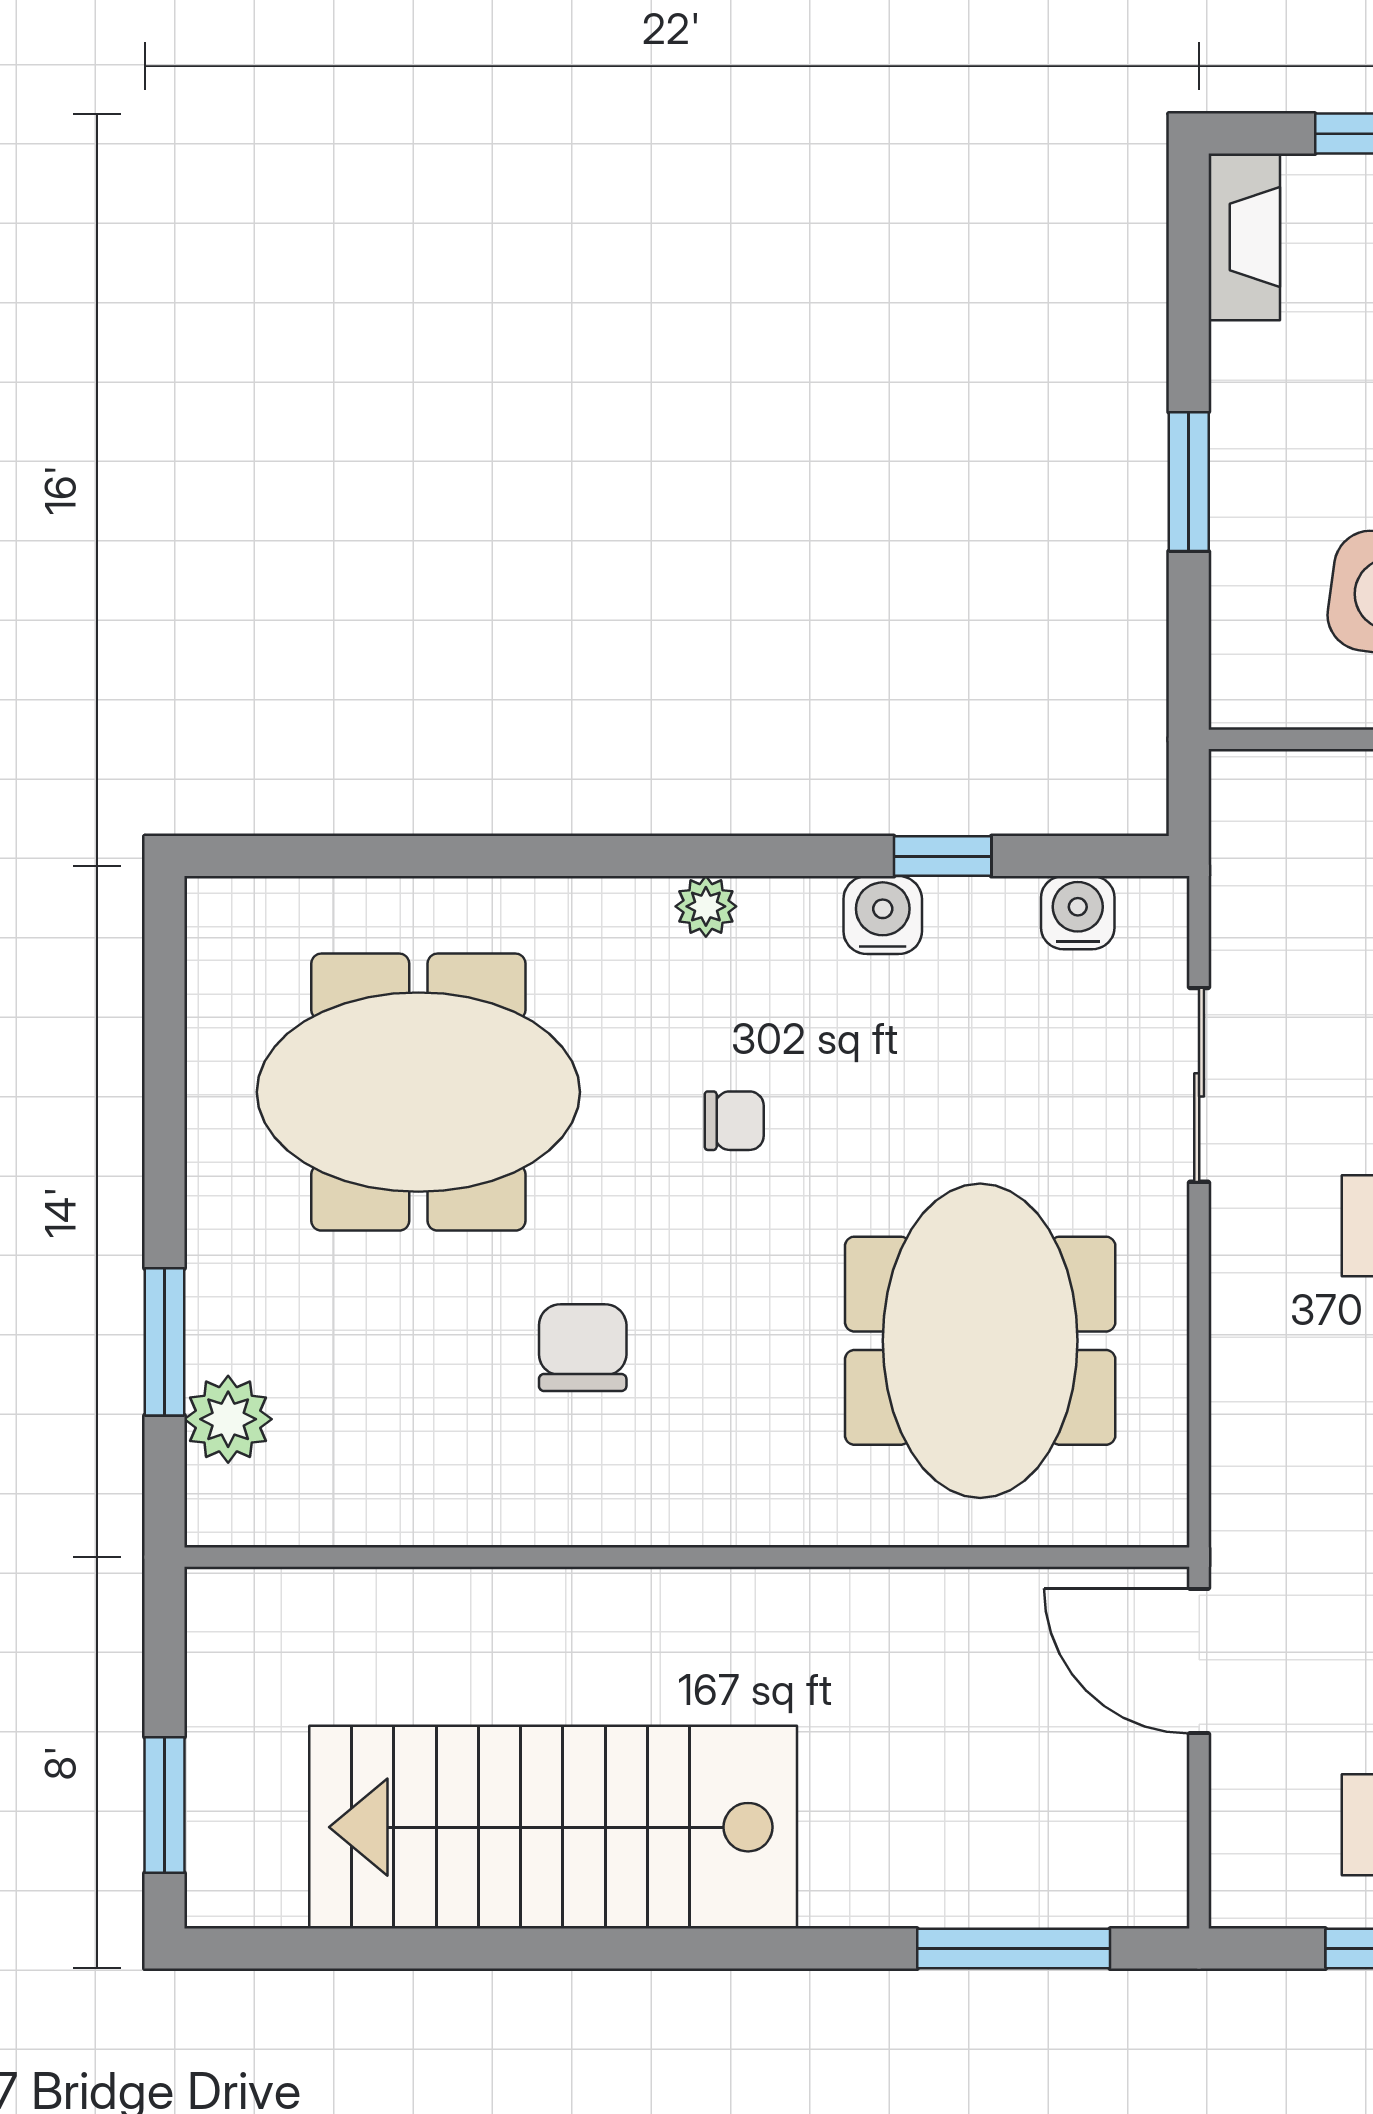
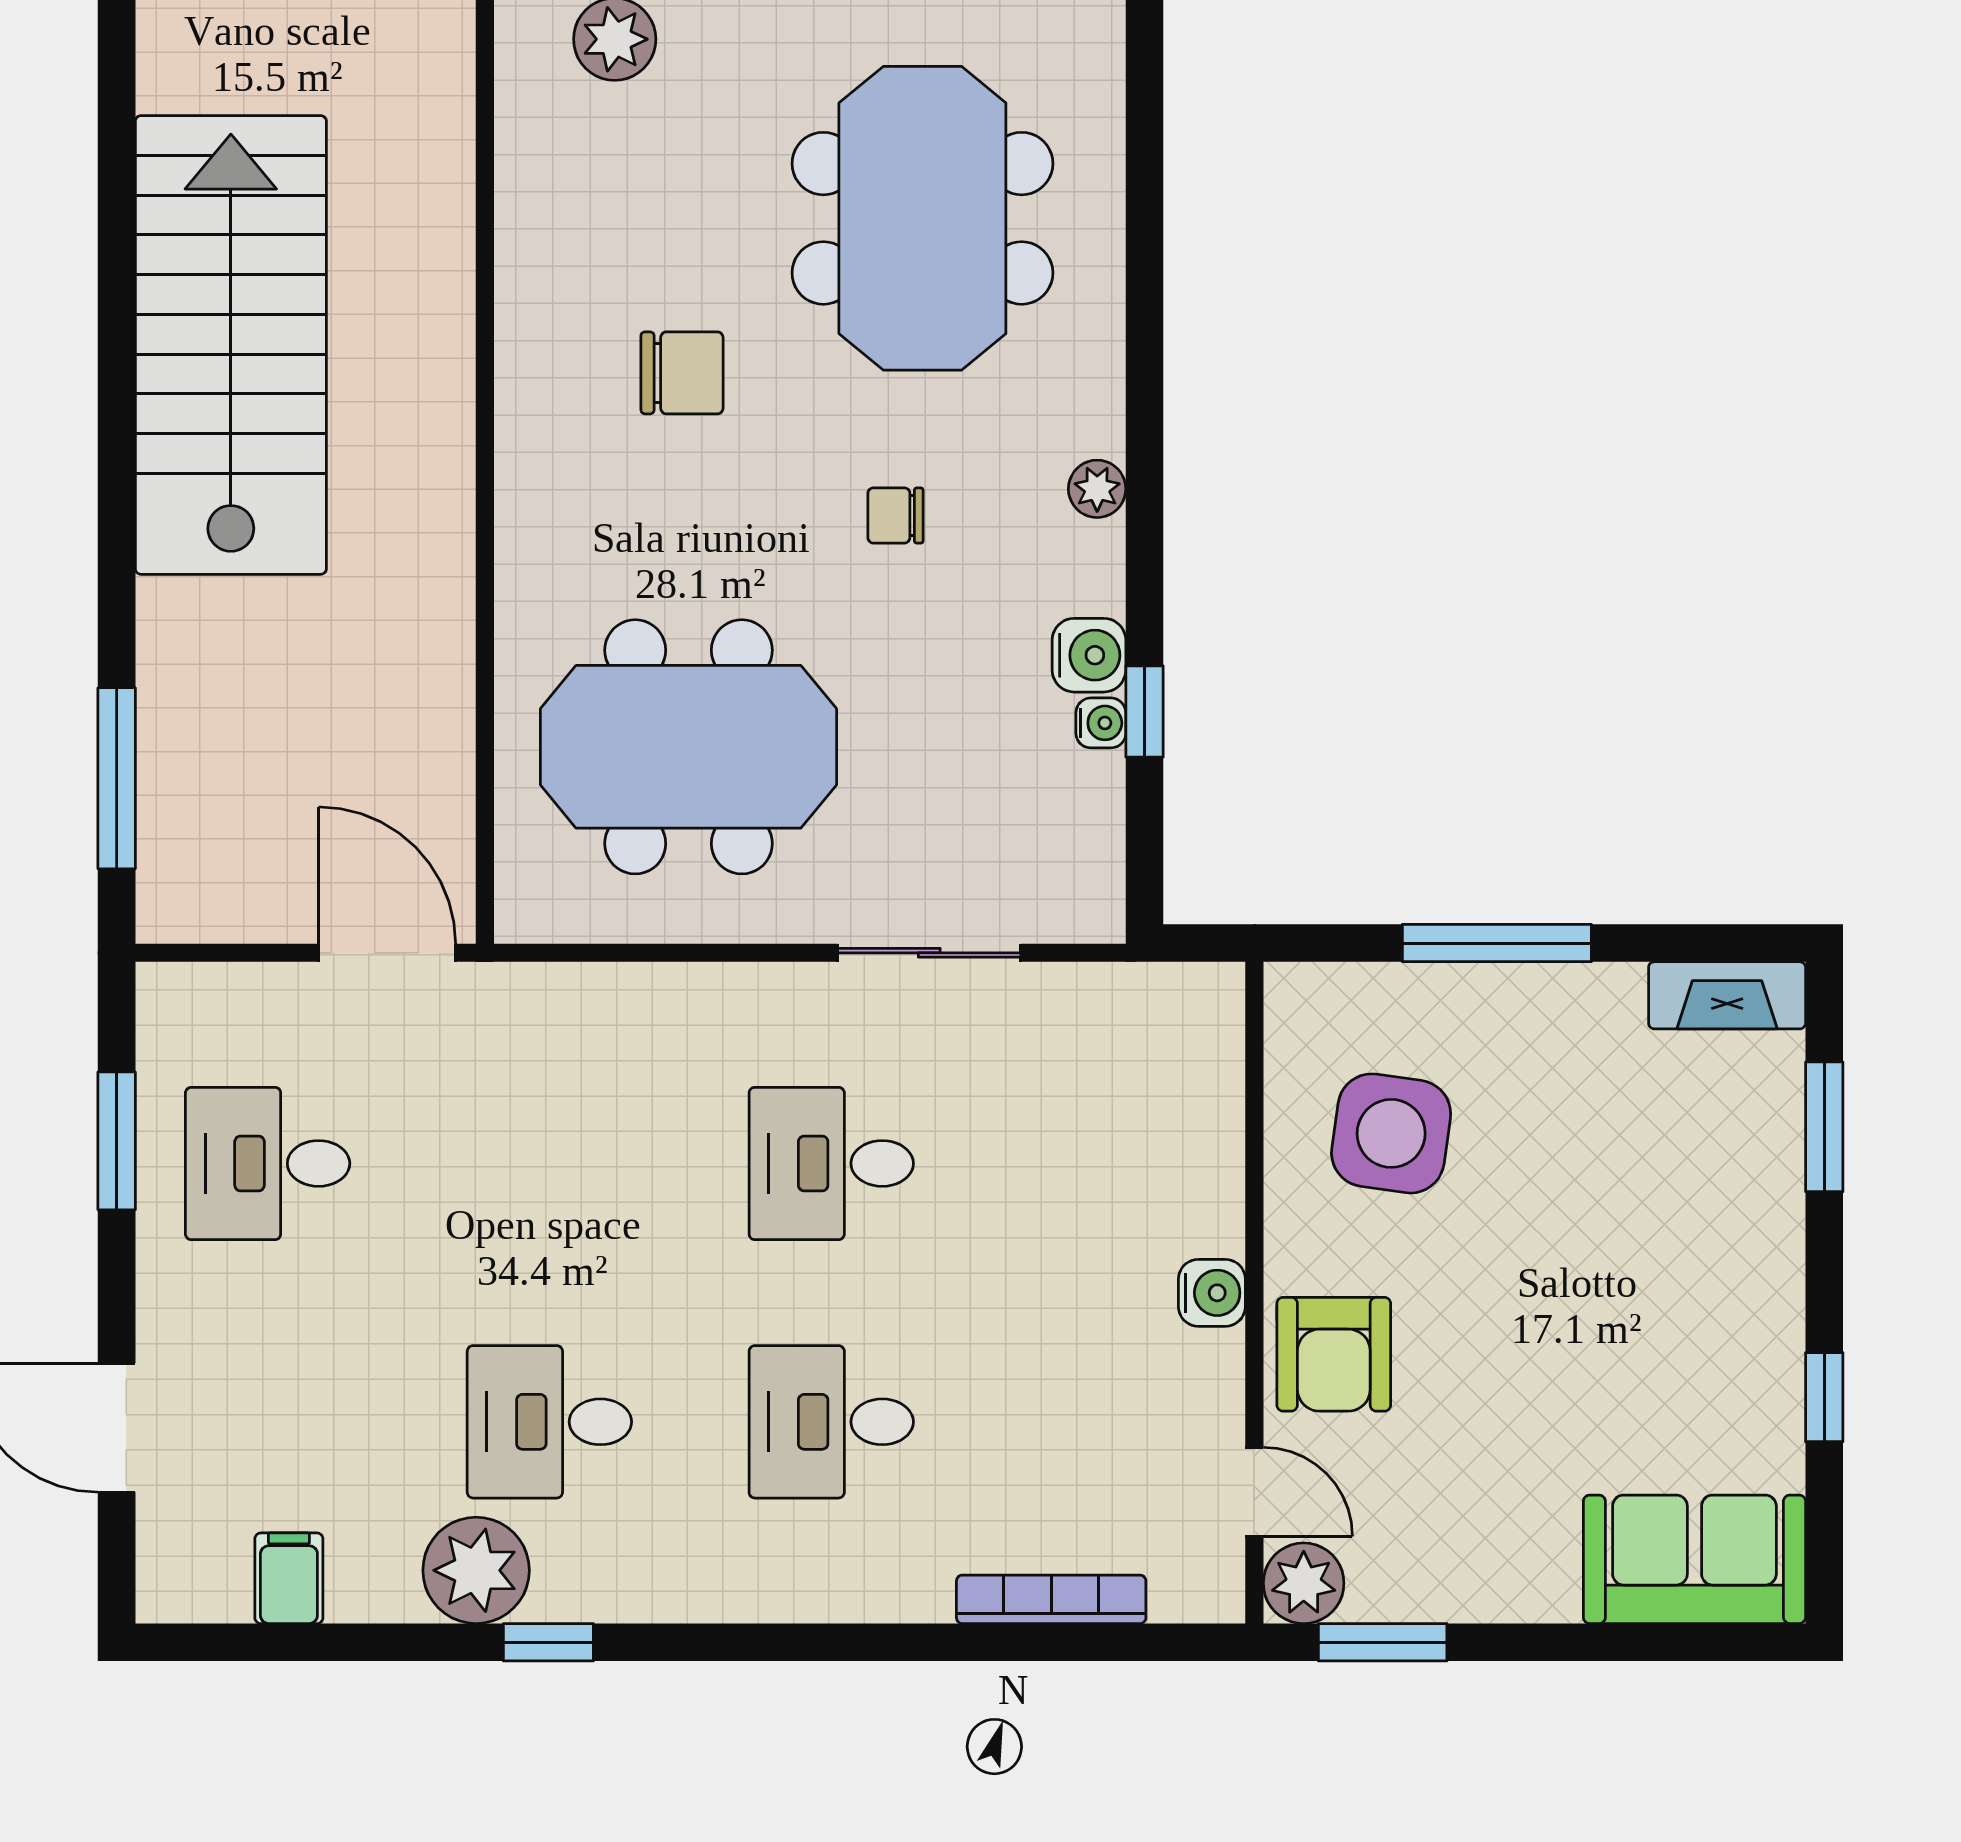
window: (1189, 482) -> (1497, 943), width x1.44
water cooler: (1078, 913) -> (1101, 723), moved, width x0.72, depth x0.72
chair: (734, 1121) -> (896, 515), turned 90
door: (1199, 1661) -> (387, 953), hinge flipped

